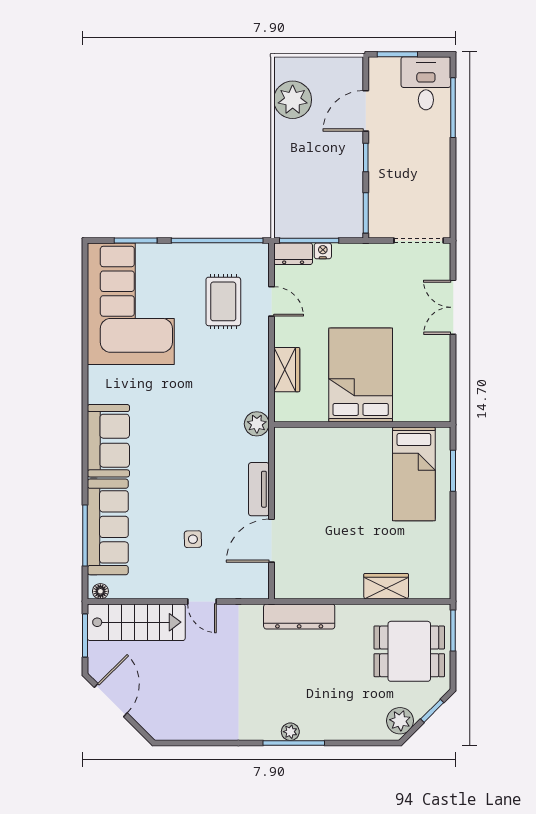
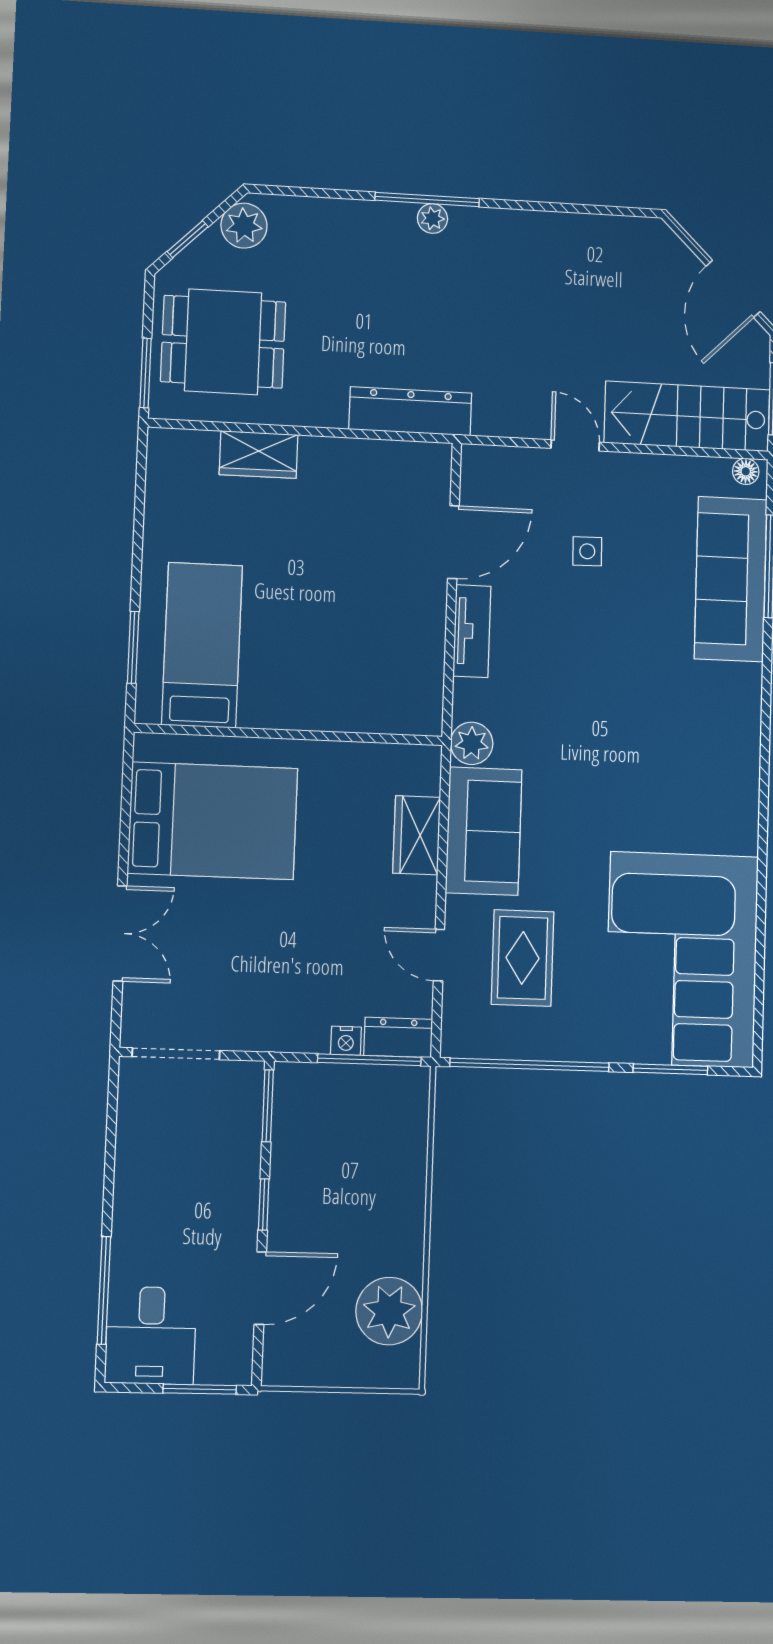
bed: (361, 375) -> (213, 821), moved, turned -90
sofa: (108, 441) -> (484, 831), moved, turned 180

